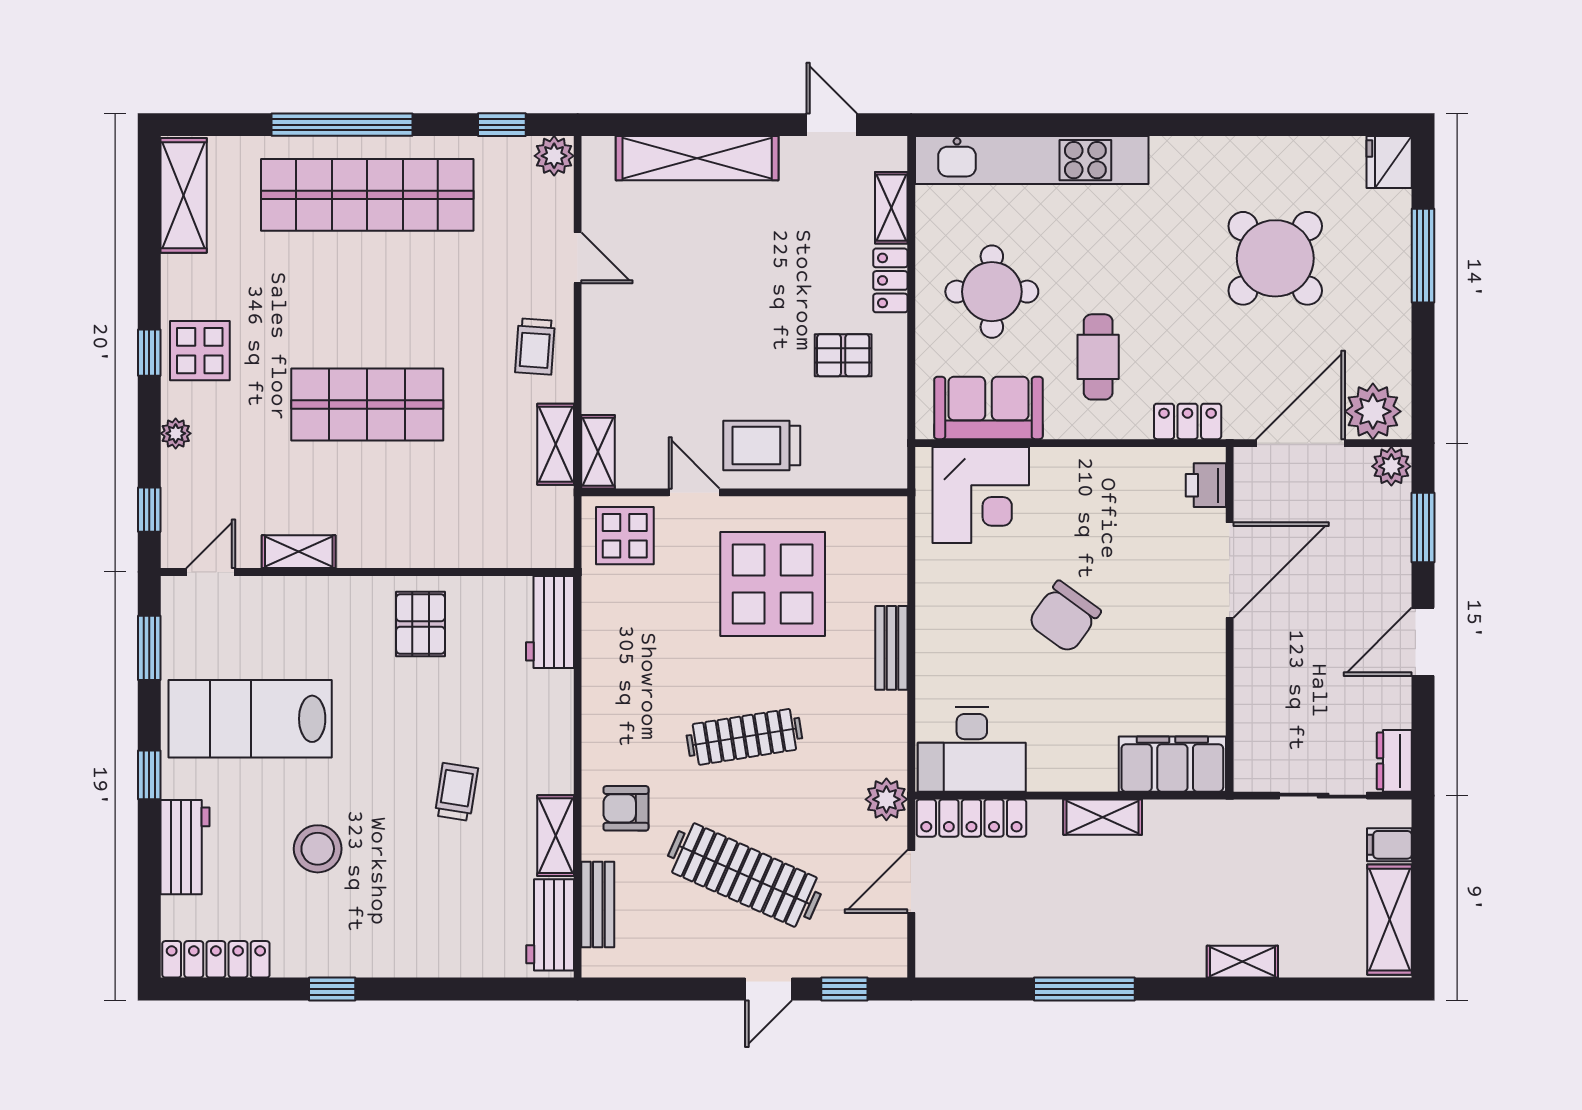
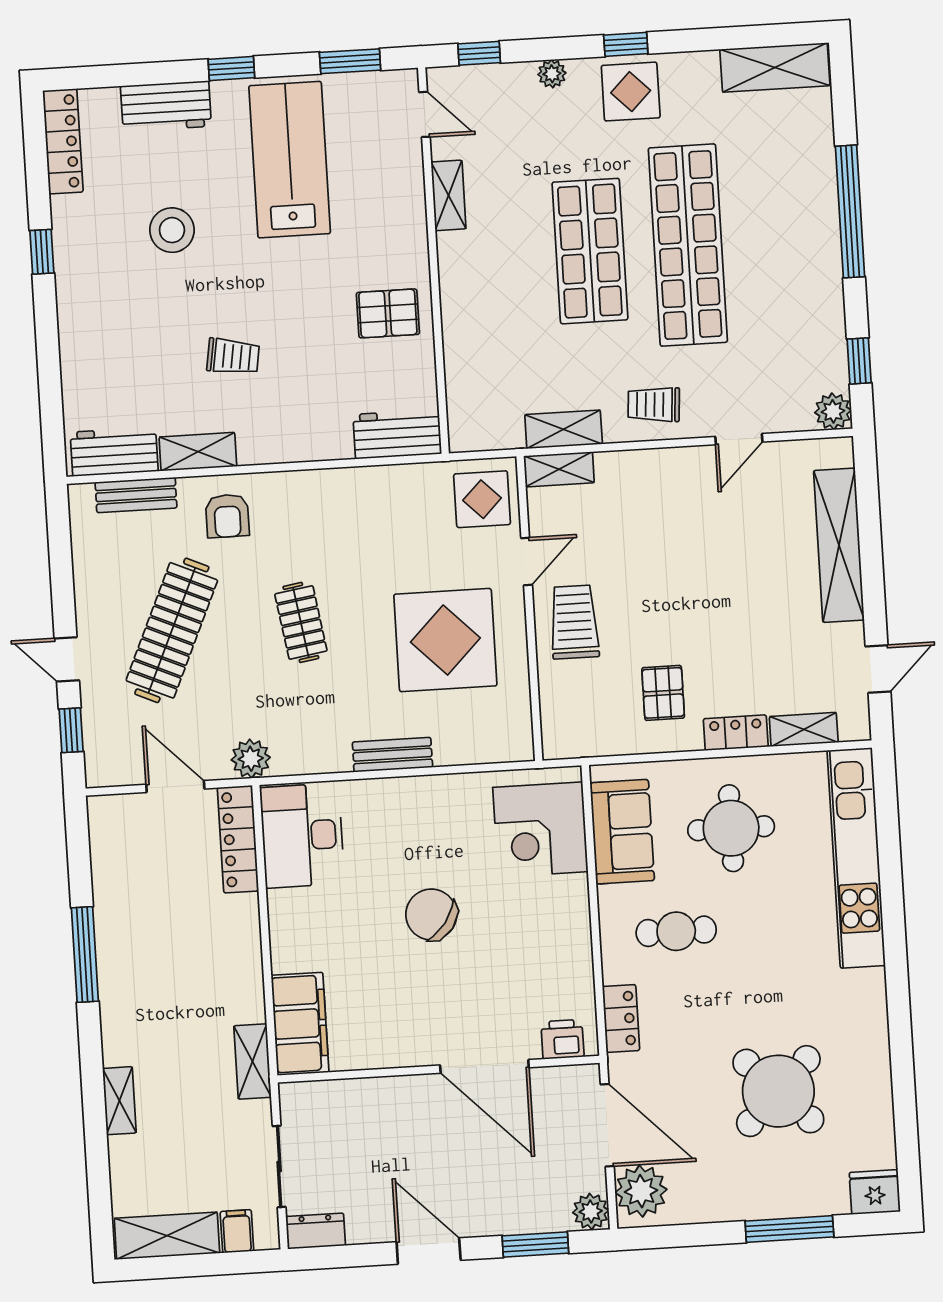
shop shelf: (367, 195) -> (688, 245), moved
clothes rail: (744, 737) -> (301, 622), width x0.73
armchair: (626, 808) -> (227, 516), turned 180
shelving: (1103, 817) -> (253, 1061), moved

